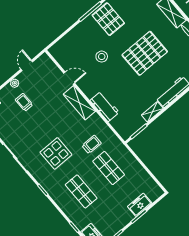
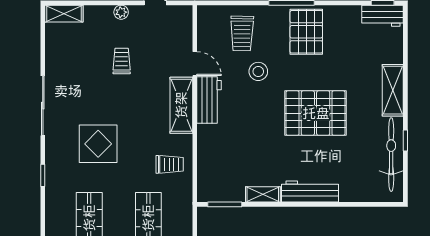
trolley: (79, 45) -> (242, 33), added
trolley: (24, 102) -> (122, 61), moved
workbench: (105, 106) -> (209, 100), moved
trolley: (92, 144) -> (170, 164), moved

